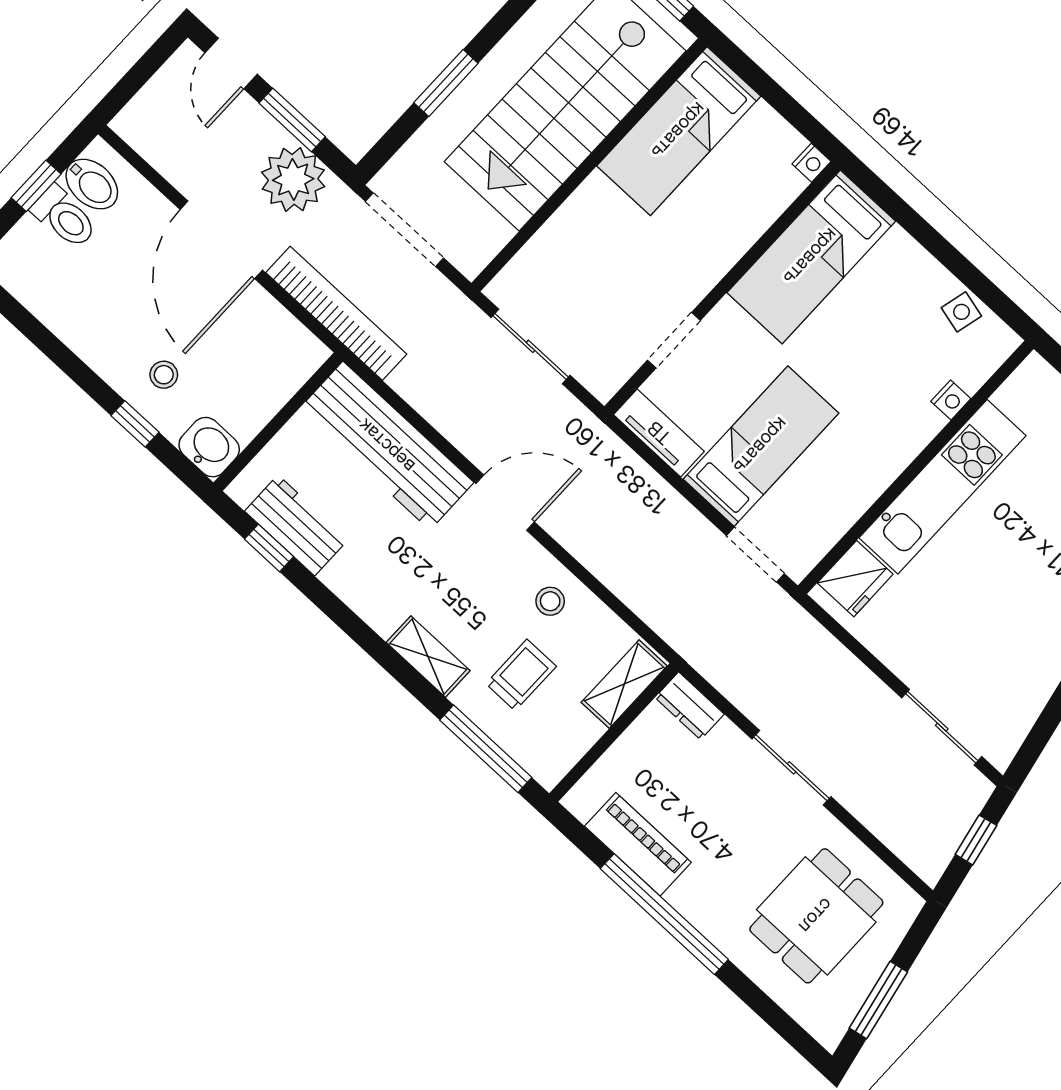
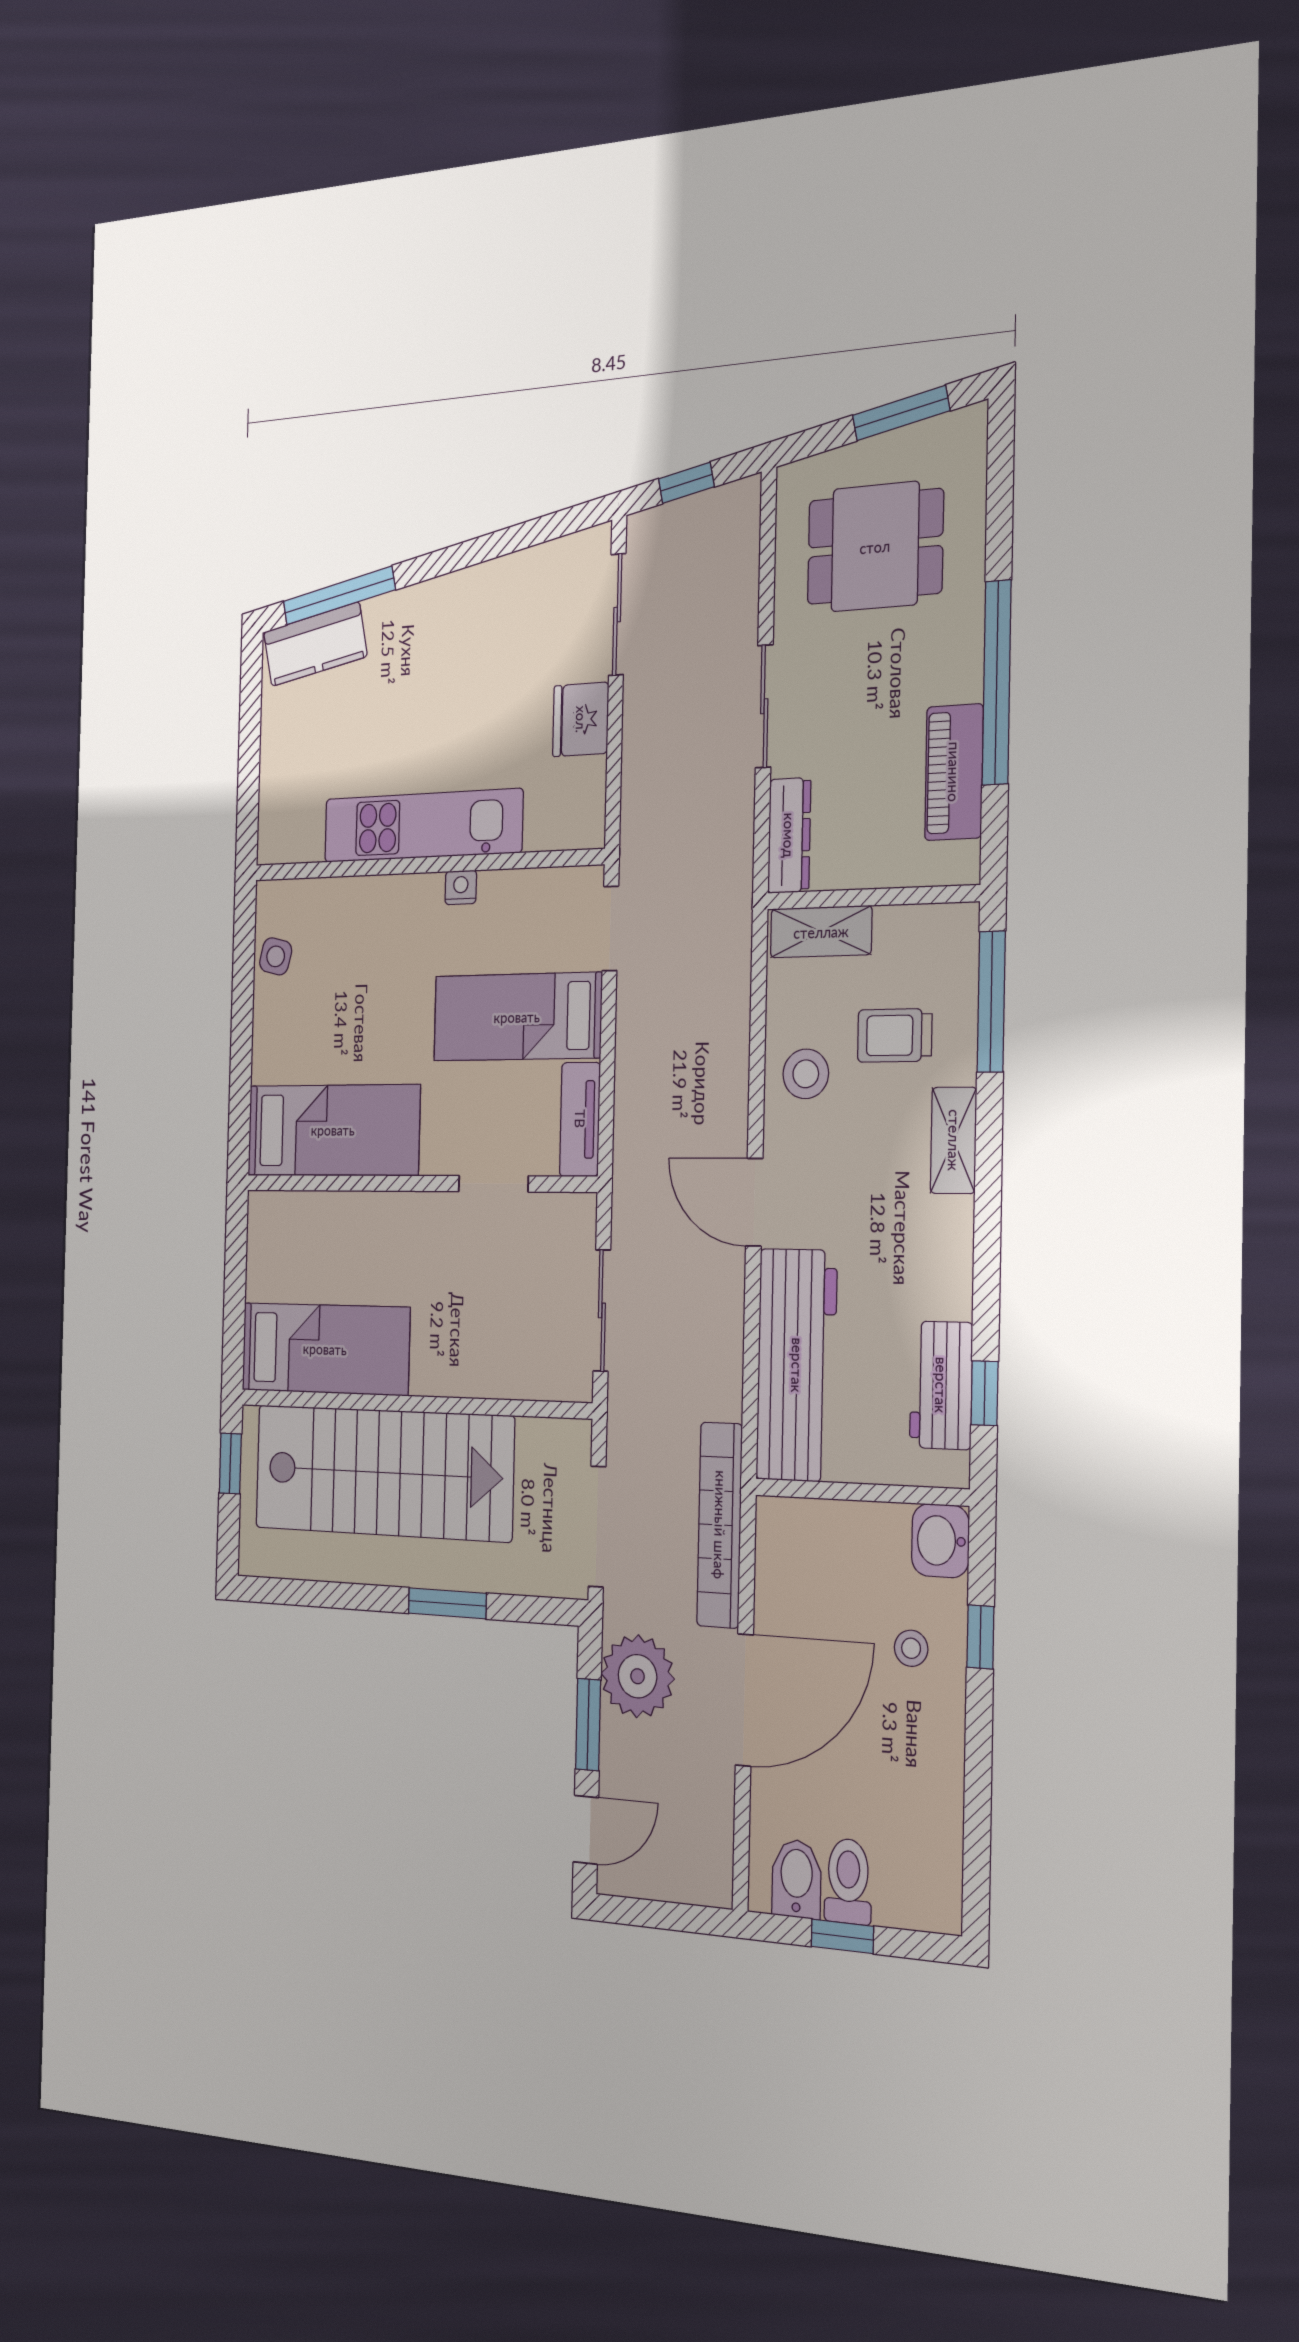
nightstand: (812, 163) -> (262, 1206), removed
nightstand: (951, 400) -> (461, 887), moved
fridge: (855, 579) -> (581, 719), moved, turned -90
stool: (550, 601) -> (806, 1074), width x1.37, depth x1.37
dresser: (690, 706) -> (789, 835), width x1.44

